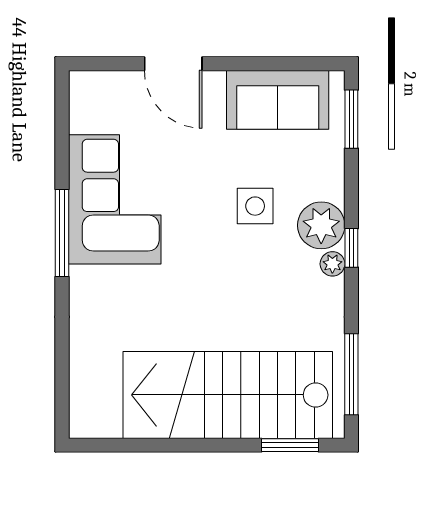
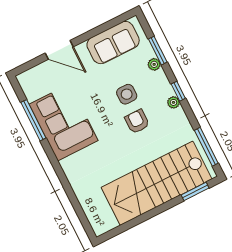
window: (351, 119) -> (158, 51), moved
plant: (321, 225) -> (154, 64), moved, width x0.53, depth x0.53
window: (62, 233) -> (33, 120), moved
armchair: (249, 265) -> (137, 122), added

